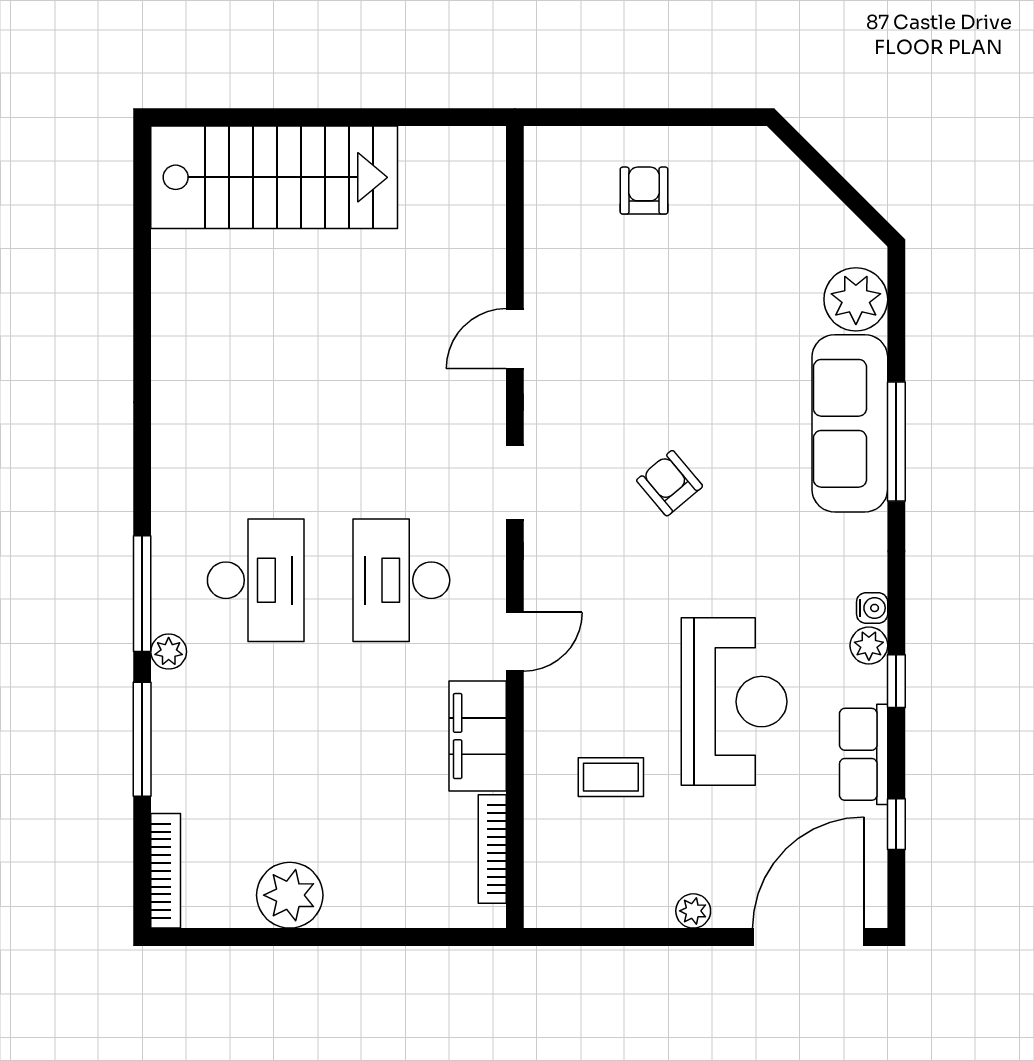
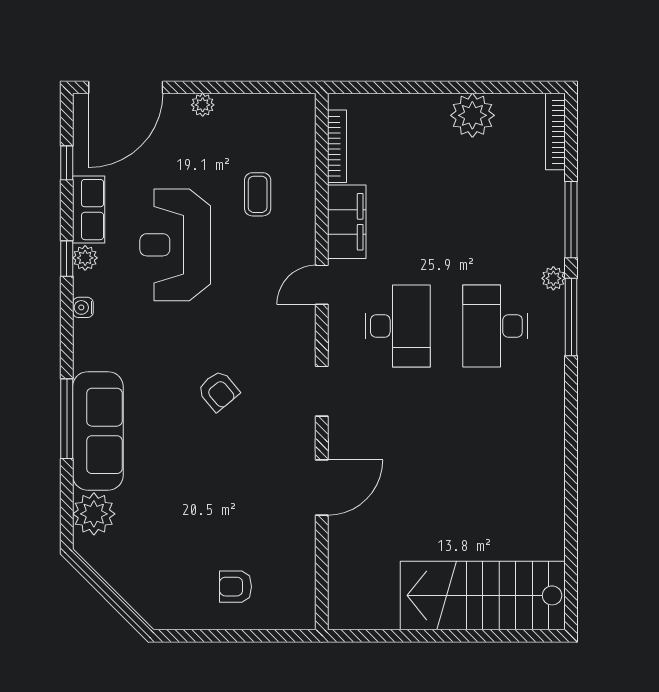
armchair: (644, 191) -> (235, 587), turned 90
door: (515, 339) -> (322, 488), width x1.38
plant: (869, 646) -> (85, 258), moved
coffee table: (611, 777) -> (258, 194), turned 90

